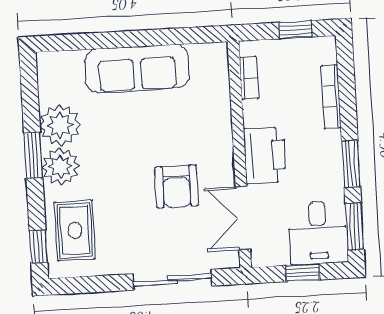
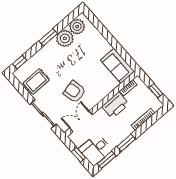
sofa: (137, 69) -> (117, 66), moved, width x0.73
printer: (265, 155) -> (115, 105), moved
plant: (60, 166) -> (77, 27), moved
armchair: (177, 186) -> (74, 92), turned 78
rug: (75, 230) -> (36, 82), moved

